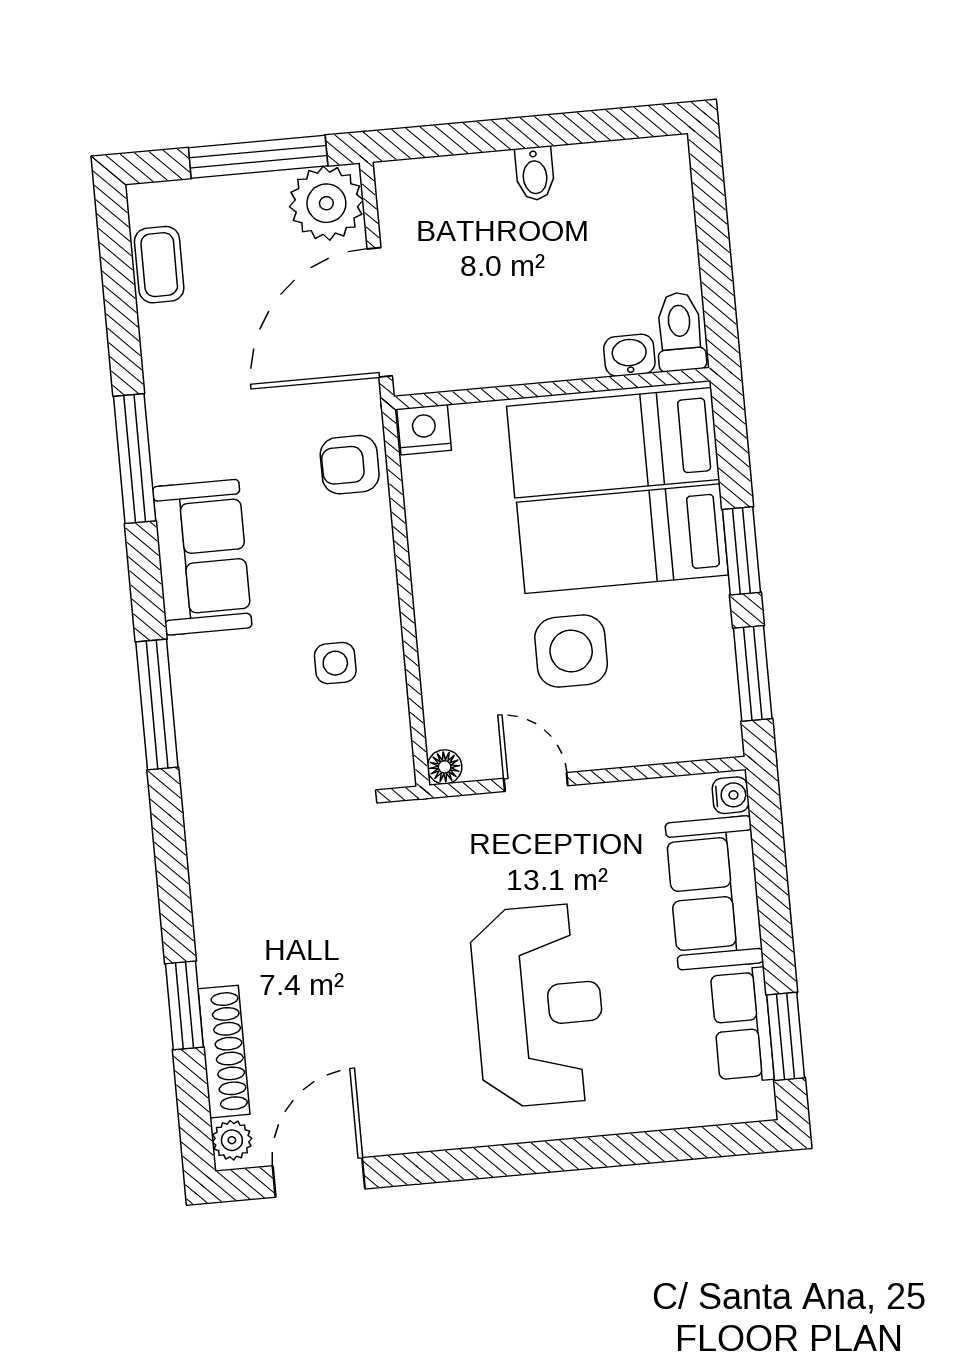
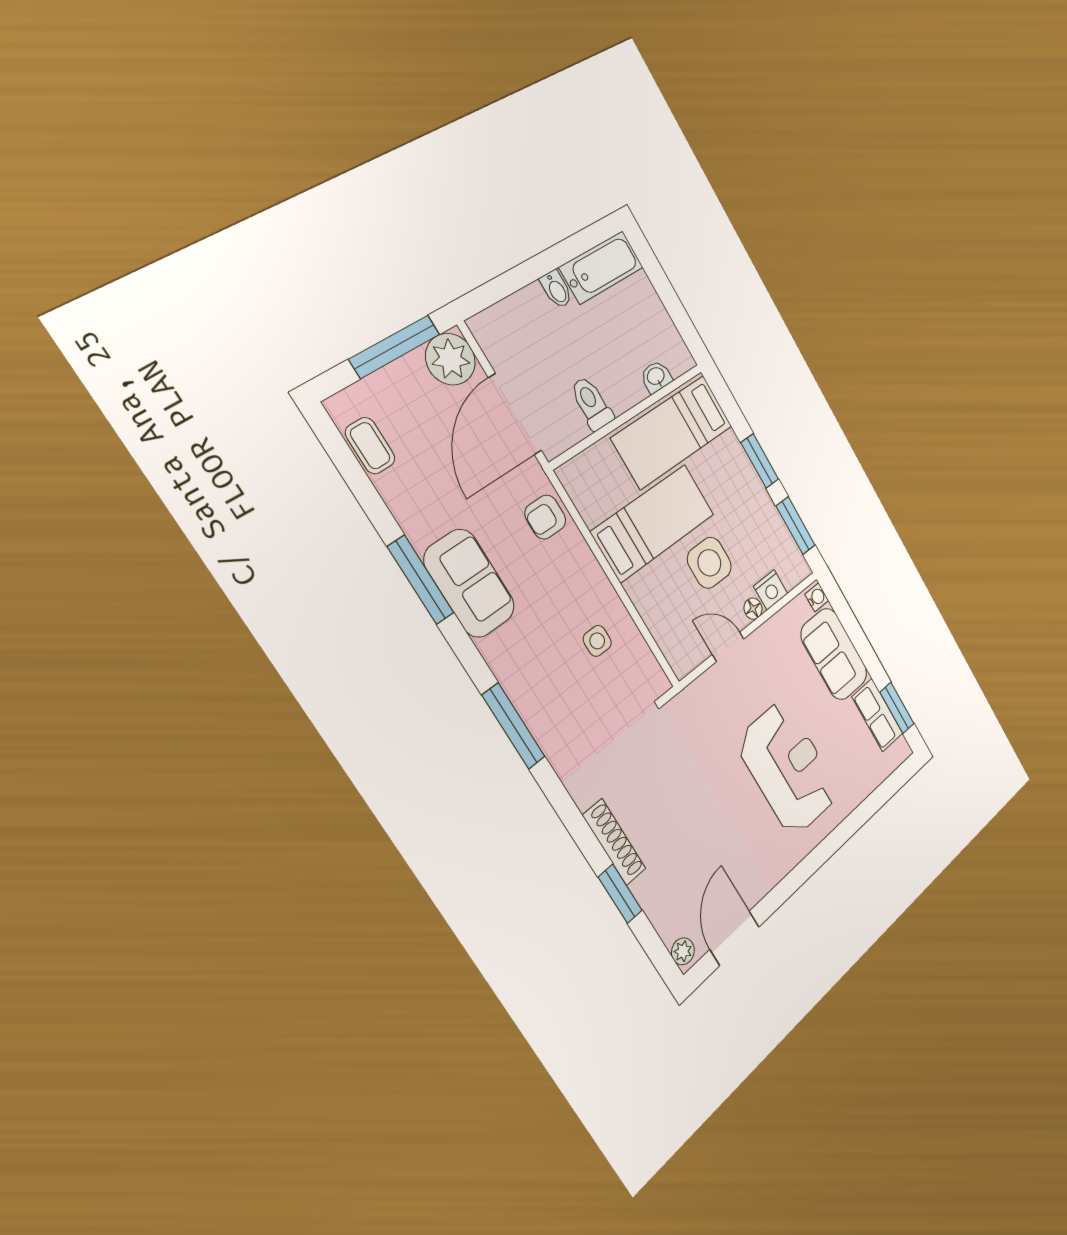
bathtub: (624, 171) -> (601, 267), added
toilet: (680, 332) -> (592, 403), moved
nightstand: (424, 430) -> (771, 590), moved, turned 180
bed: (623, 539) -> (653, 523), moved, turned 180
sofa: (202, 557) -> (469, 583), moved
floor lamp: (445, 767) -> (753, 609), moved
shoe rack: (224, 1052) -> (614, 842), moved

